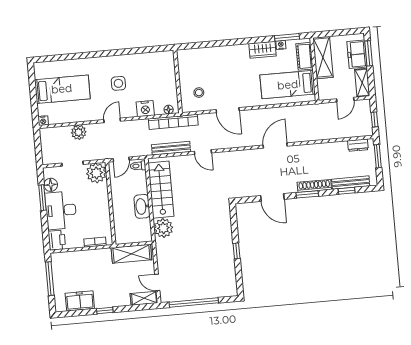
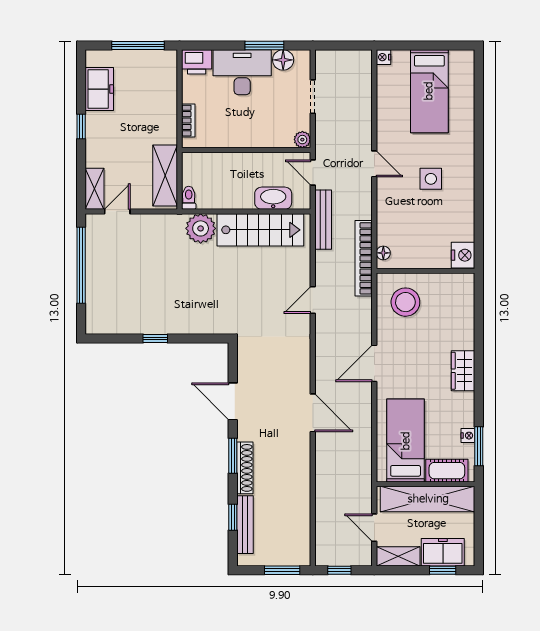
wardrobe: (263, 50) -> (463, 371), moved
window: (369, 53) -> (443, 570), width x0.67
shelving: (323, 57) -> (428, 499), width x1.47
stool: (199, 93) -> (405, 302), width x1.89, depth x1.89
nightstand: (145, 109) -> (463, 255), moved, turned 180
door: (228, 110) -> (374, 363), moved
plant: (79, 132) -> (361, 110), removed
dresser: (358, 145) -> (302, 541), removed
bench: (171, 148) -> (323, 220), moved
toilet: (138, 166) -> (189, 198), moved
plant: (96, 173) -> (302, 140), width x0.53, depth x0.53
door: (272, 197) -> (233, 401), hinge flipped
washbasin: (142, 206) -> (273, 198), moved

